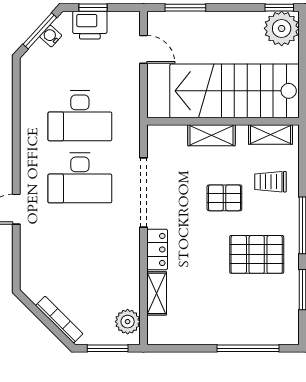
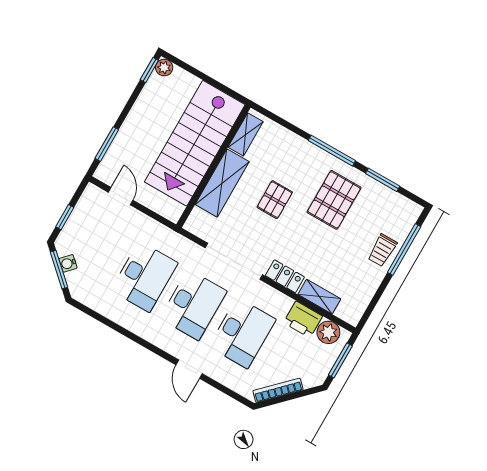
printer: (90, 25) -> (303, 319), moved, turned 90
plant: (282, 28) -> (164, 68), width x0.53, depth x0.53
door: (143, 49) -> (121, 196), hinge flipped
shelving: (211, 135) -> (222, 183), width x1.50, depth x1.33
trolley: (270, 182) -> (382, 250), moved
desk: (80, 240) -> (242, 333), added
bookcase: (59, 320) -> (278, 390), moved

